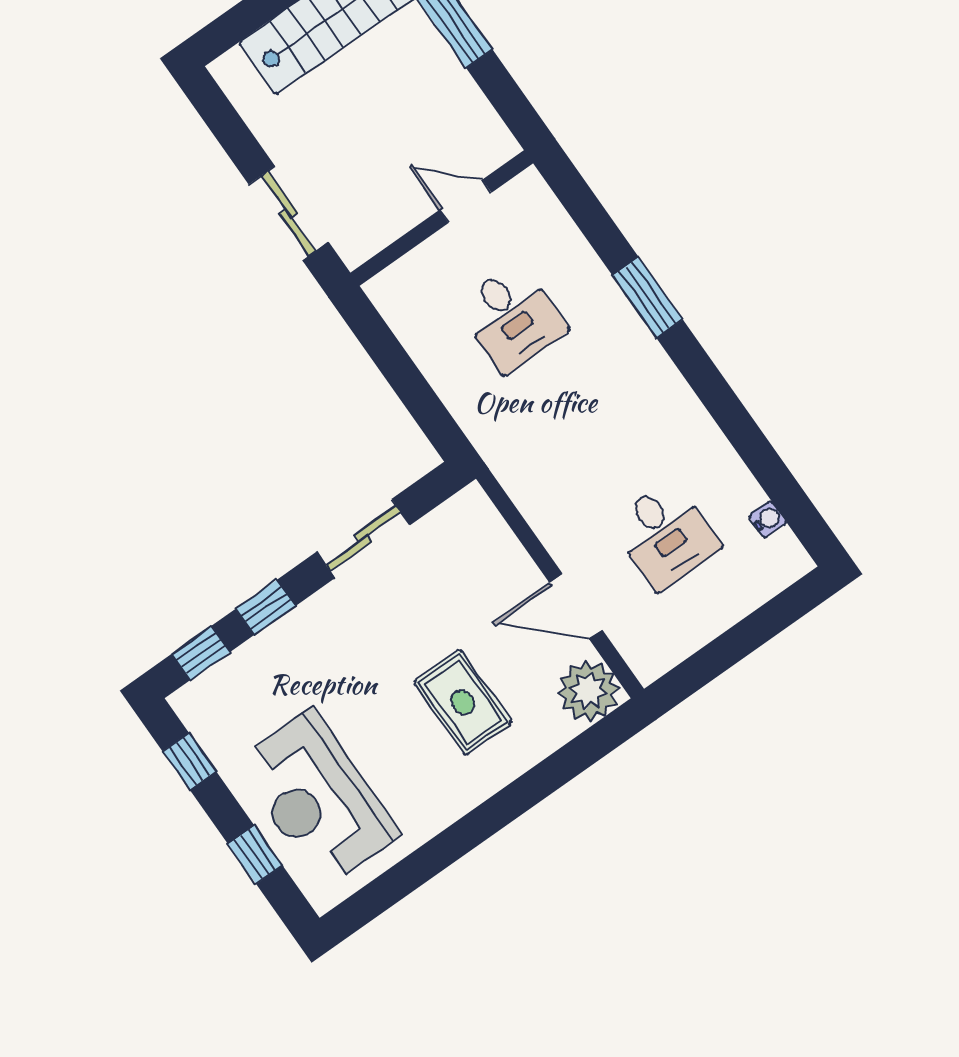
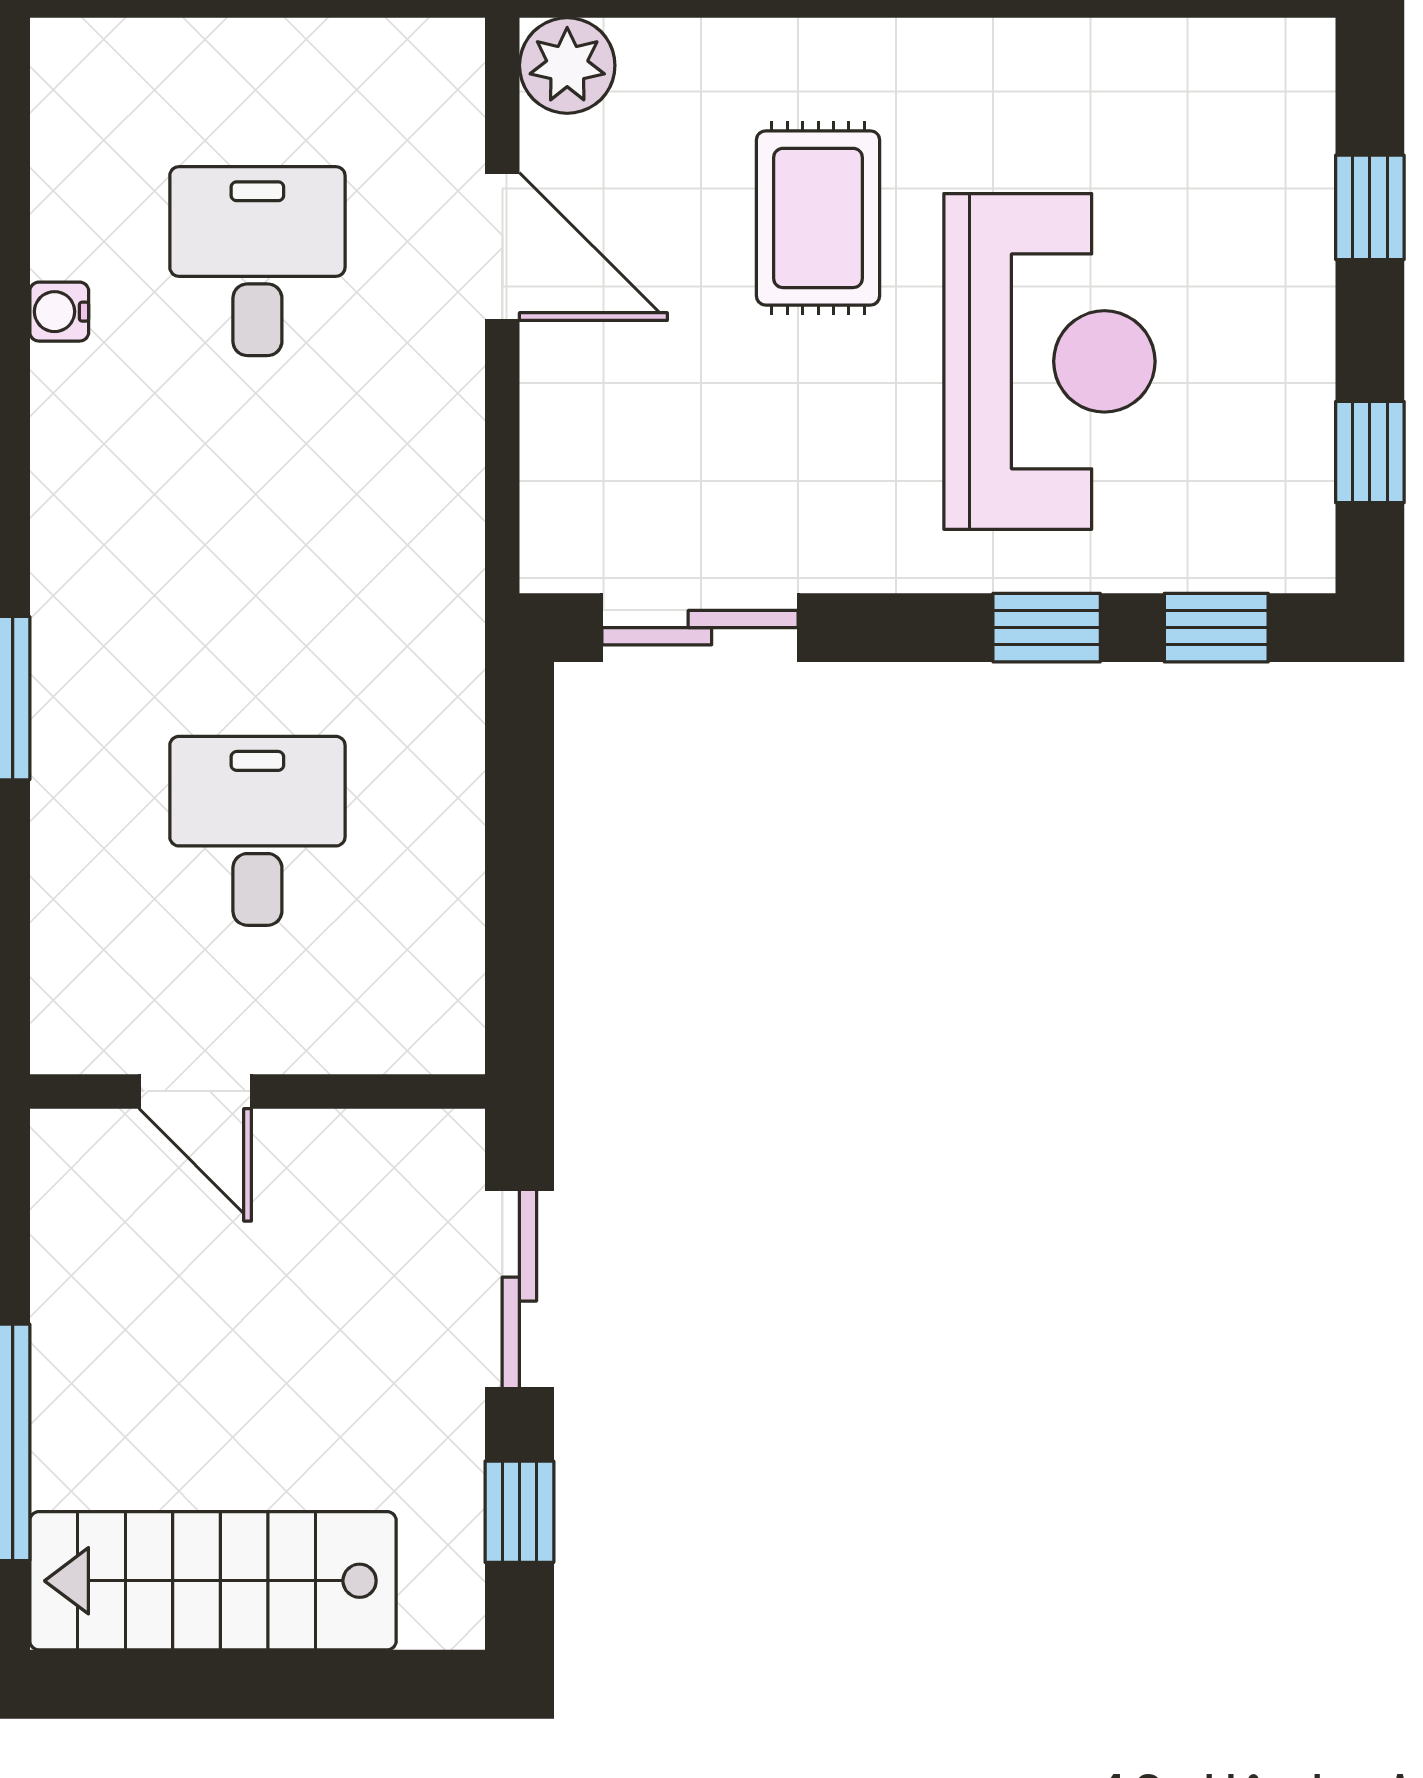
window: (229, 128) -> (519, 1512), added
water cooler: (768, 519) -> (59, 312), moved
sliding door: (363, 538) -> (700, 628), moved
plant: (588, 691) -> (567, 65), width x0.73, depth x0.73
reception desk: (317, 799) -> (1049, 361), moved

